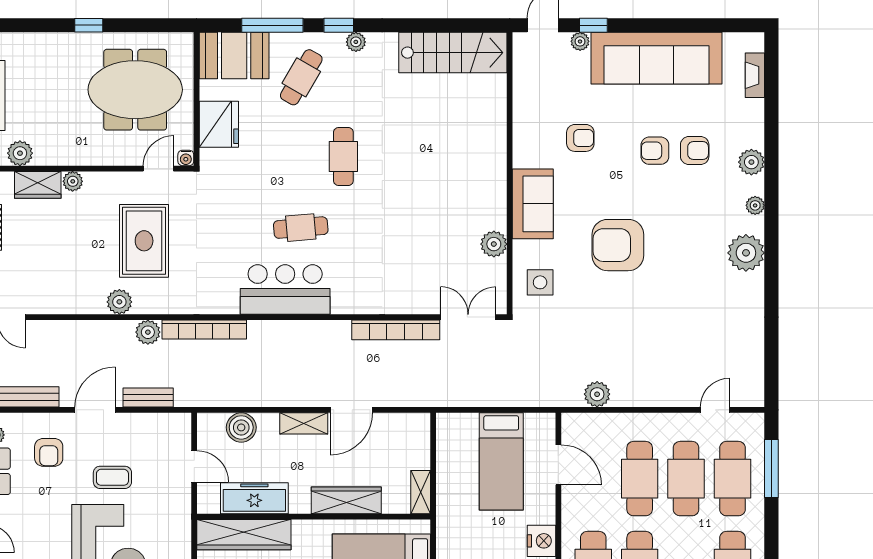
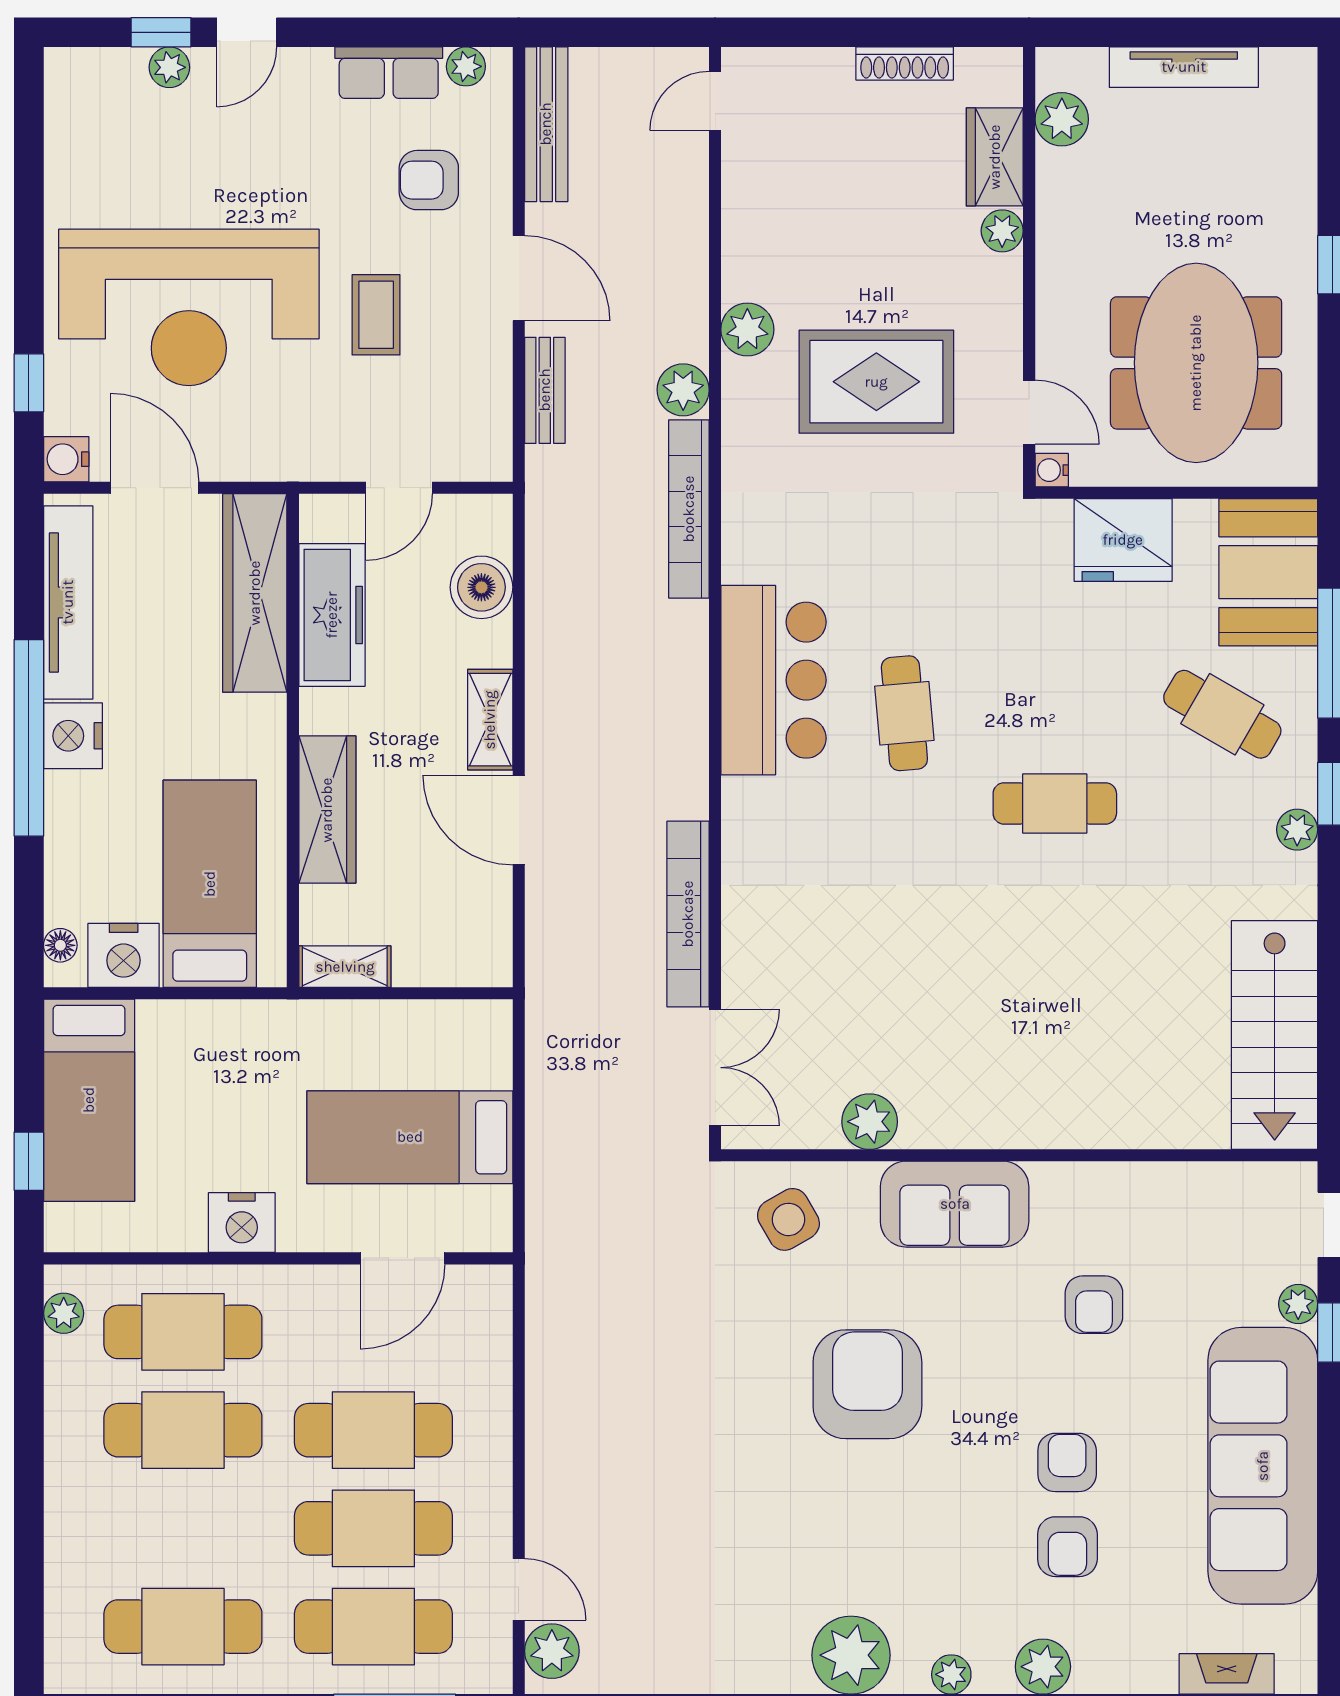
side table: (540, 282) -> (788, 1219), turned -30
plant: (597, 394) -> (552, 1651), moved

